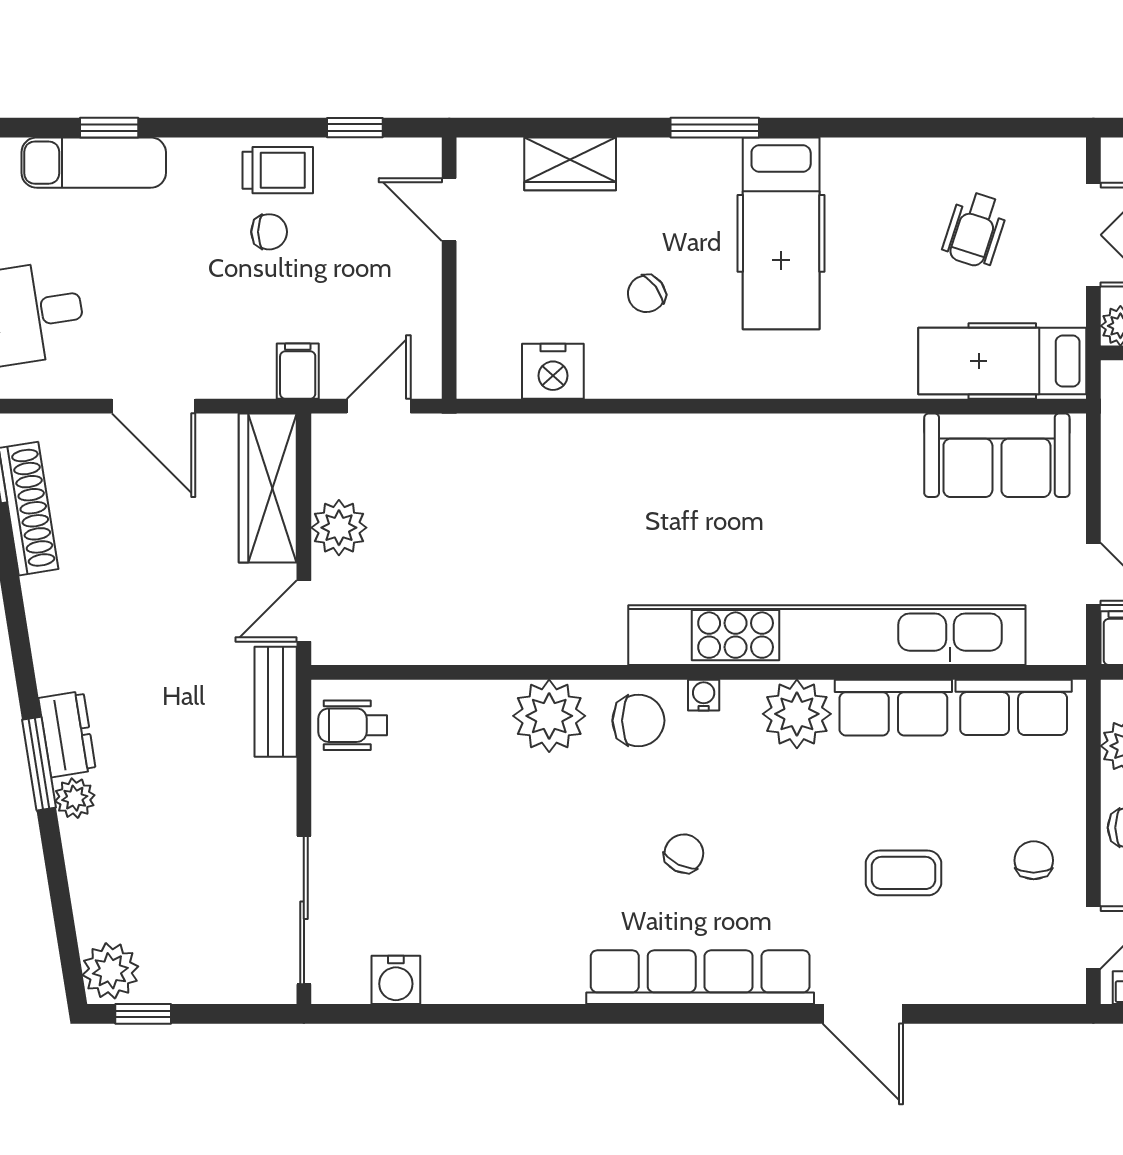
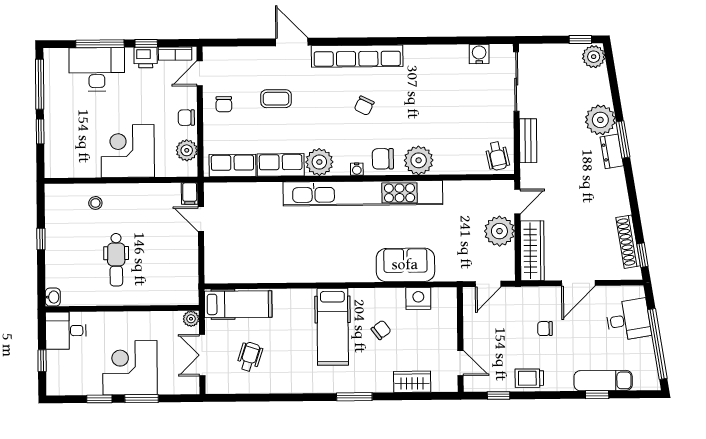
chair: (269, 232) -> (545, 329), moved
hospital bed: (781, 233) -> (333, 327), moved, turned 180
filing cabinet: (298, 371) -> (521, 298), removed
door: (154, 406) -> (578, 283), swing flipped
sofa: (997, 455) -> (405, 265), moved
plant: (339, 528) -> (499, 231), width x1.36, depth x1.36
kitchen unit: (827, 635) -> (363, 193), moved
bench: (276, 702) -> (528, 141), moved
wheelchair: (353, 725) -> (497, 156), turned 78
plant: (75, 798) -> (600, 120), width x1.87, depth x1.87

